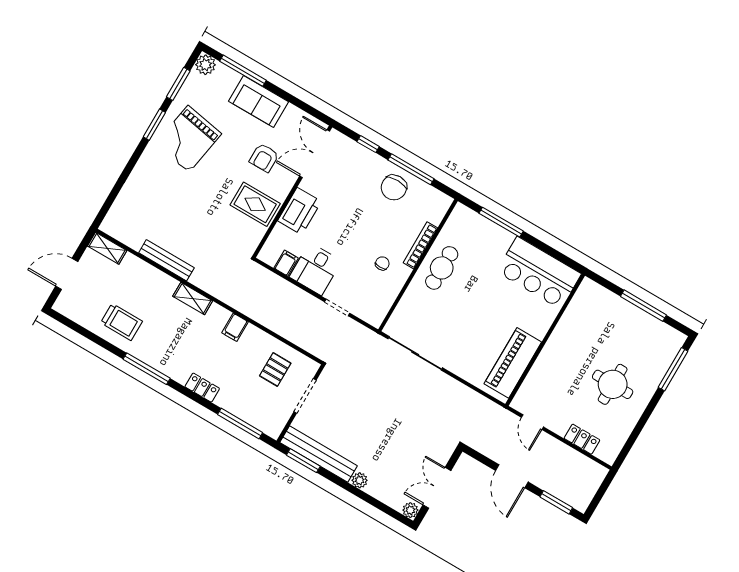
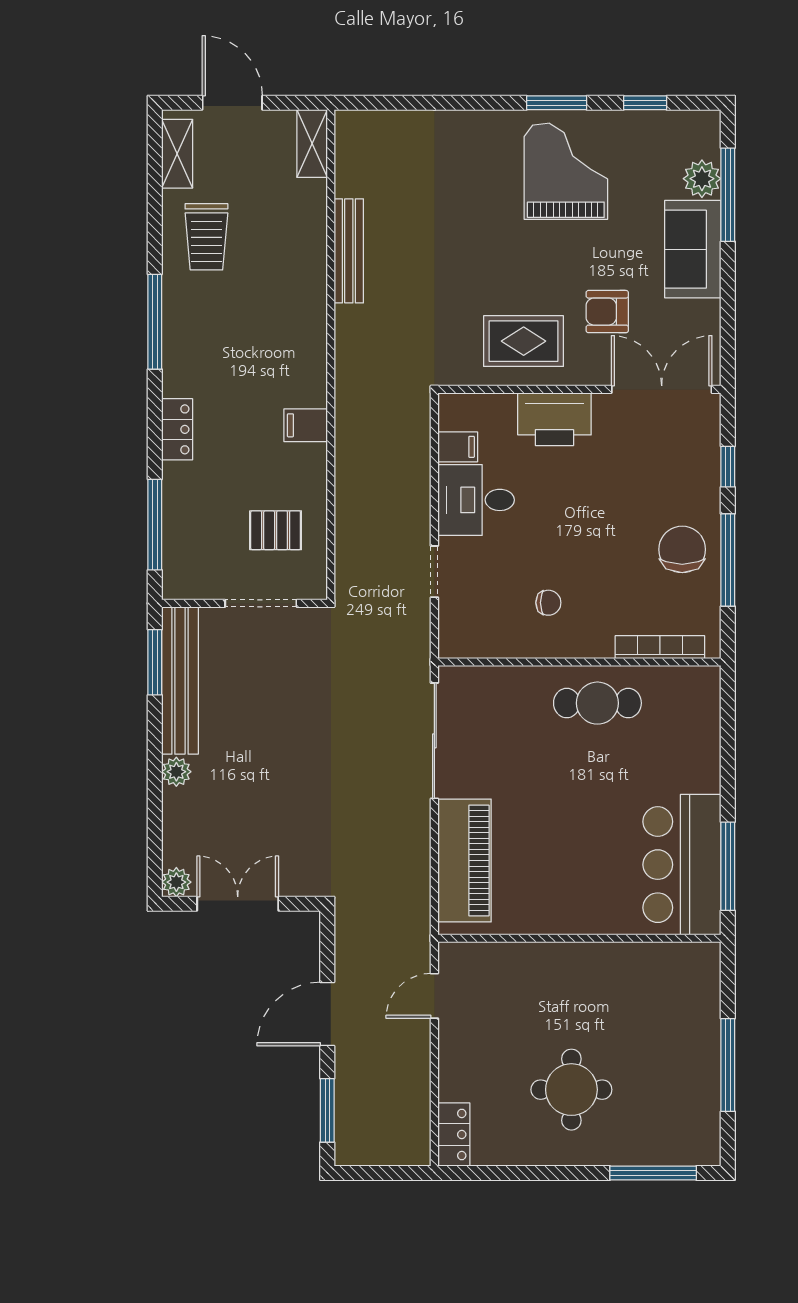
plant: (206, 65) -> (702, 179), moved
window: (178, 84) -> (645, 103), width x0.67
grand piano: (188, 139) -> (566, 171), turned 80
chair: (394, 187) -> (682, 549), turned 90
rug: (255, 204) -> (524, 341), turned 90
window: (501, 222) -> (728, 866), moved
bookcase: (420, 245) -> (660, 647), moved
shelving: (193, 299) -> (177, 154), moved
piano: (513, 363) -> (465, 860), moved, turned 90
locker: (582, 439) -> (454, 1134), moved

